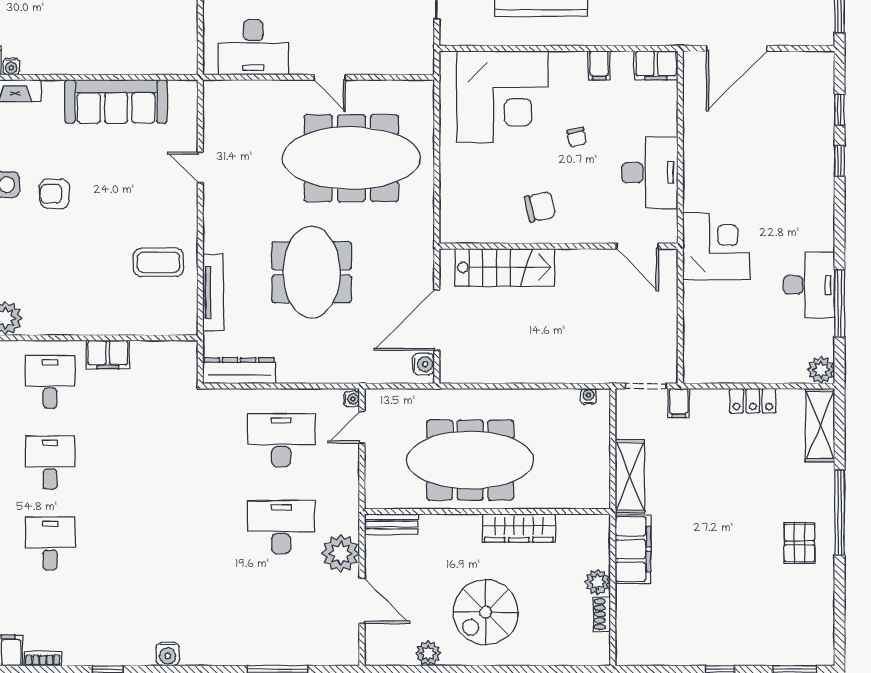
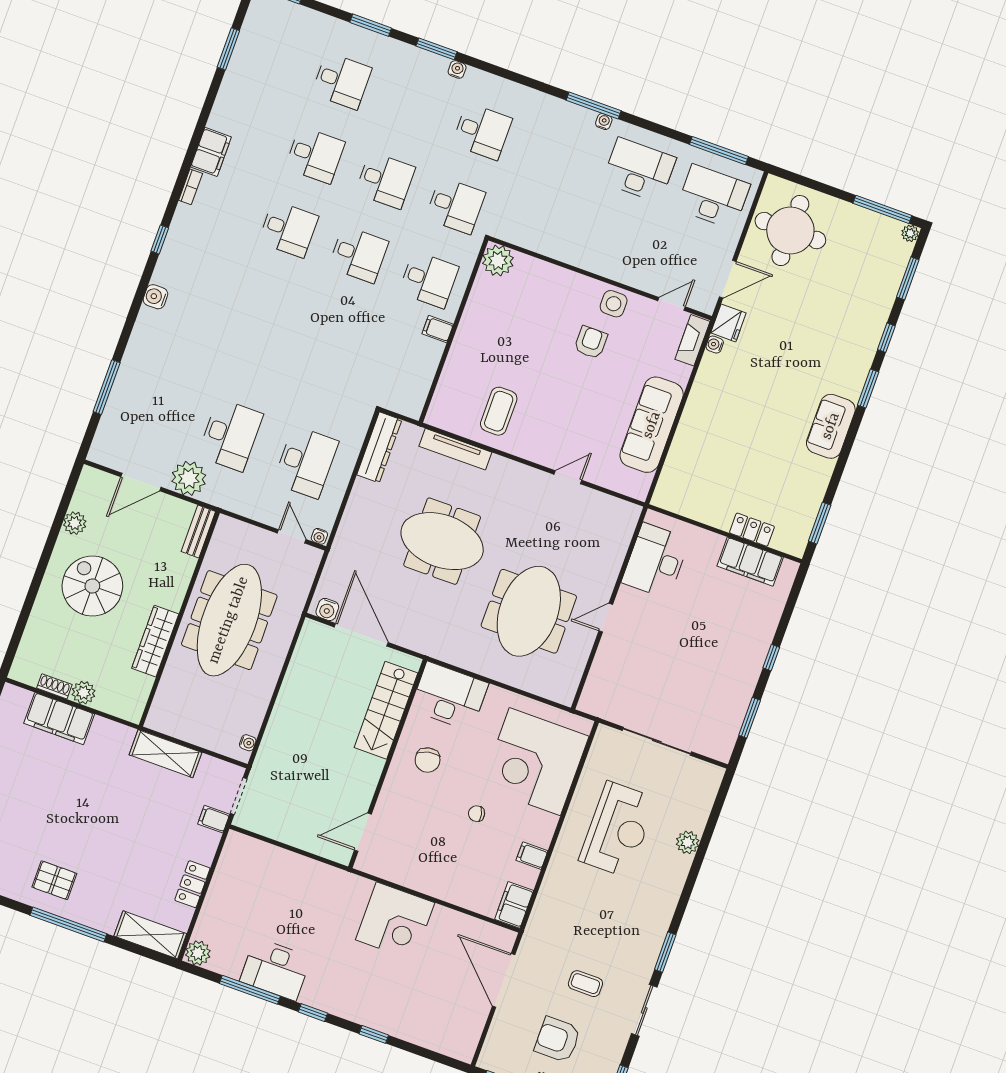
window: (839, 110) -> (313, 1013), moved
meeting table: (351, 158) -> (529, 611), width x0.73
desk: (650, 173) -> (449, 696), moved, turned 180
corner desk: (716, 246) -> (395, 921), moved
filing cabinet: (108, 355) -> (438, 329), width x0.50
filing cabinet: (633, 549) -> (59, 719), moved

